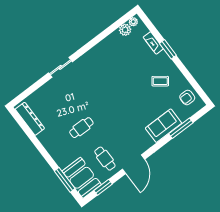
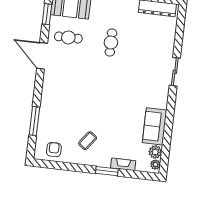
sofa: (164, 126) -> (155, 126), moved, turned 180

